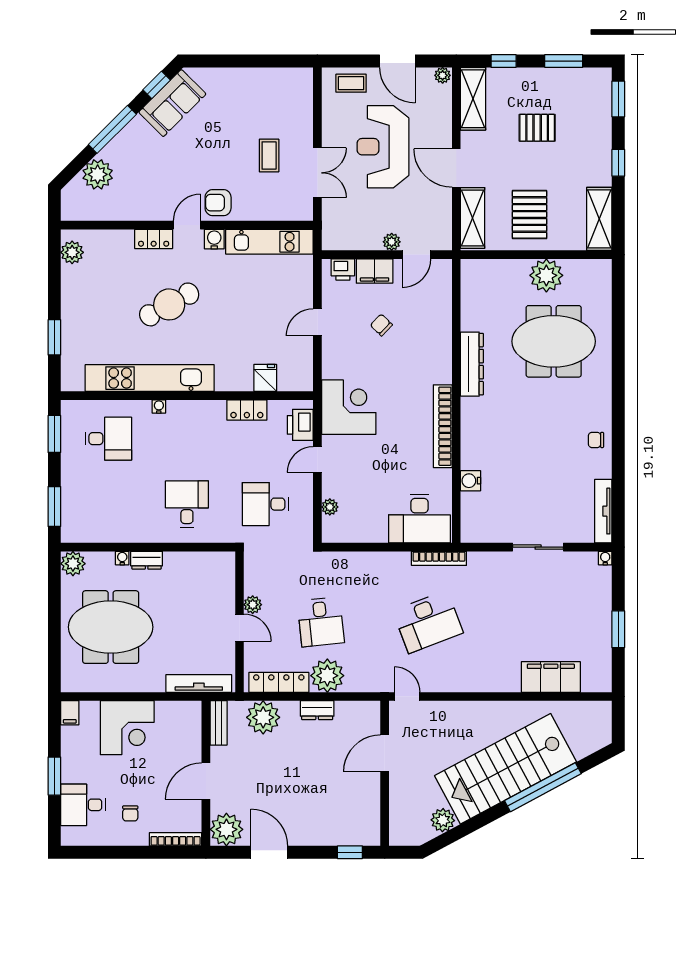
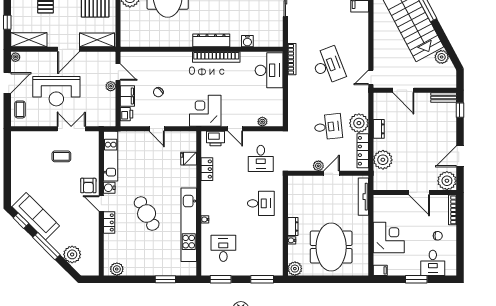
sofa: (172, 103) -> (36, 216), width x1.36
dresser: (472, 364) -> (211, 40), moved
desk: (187, 504) -> (261, 203), turned 180
bench: (219, 723) -> (444, 97), moved

